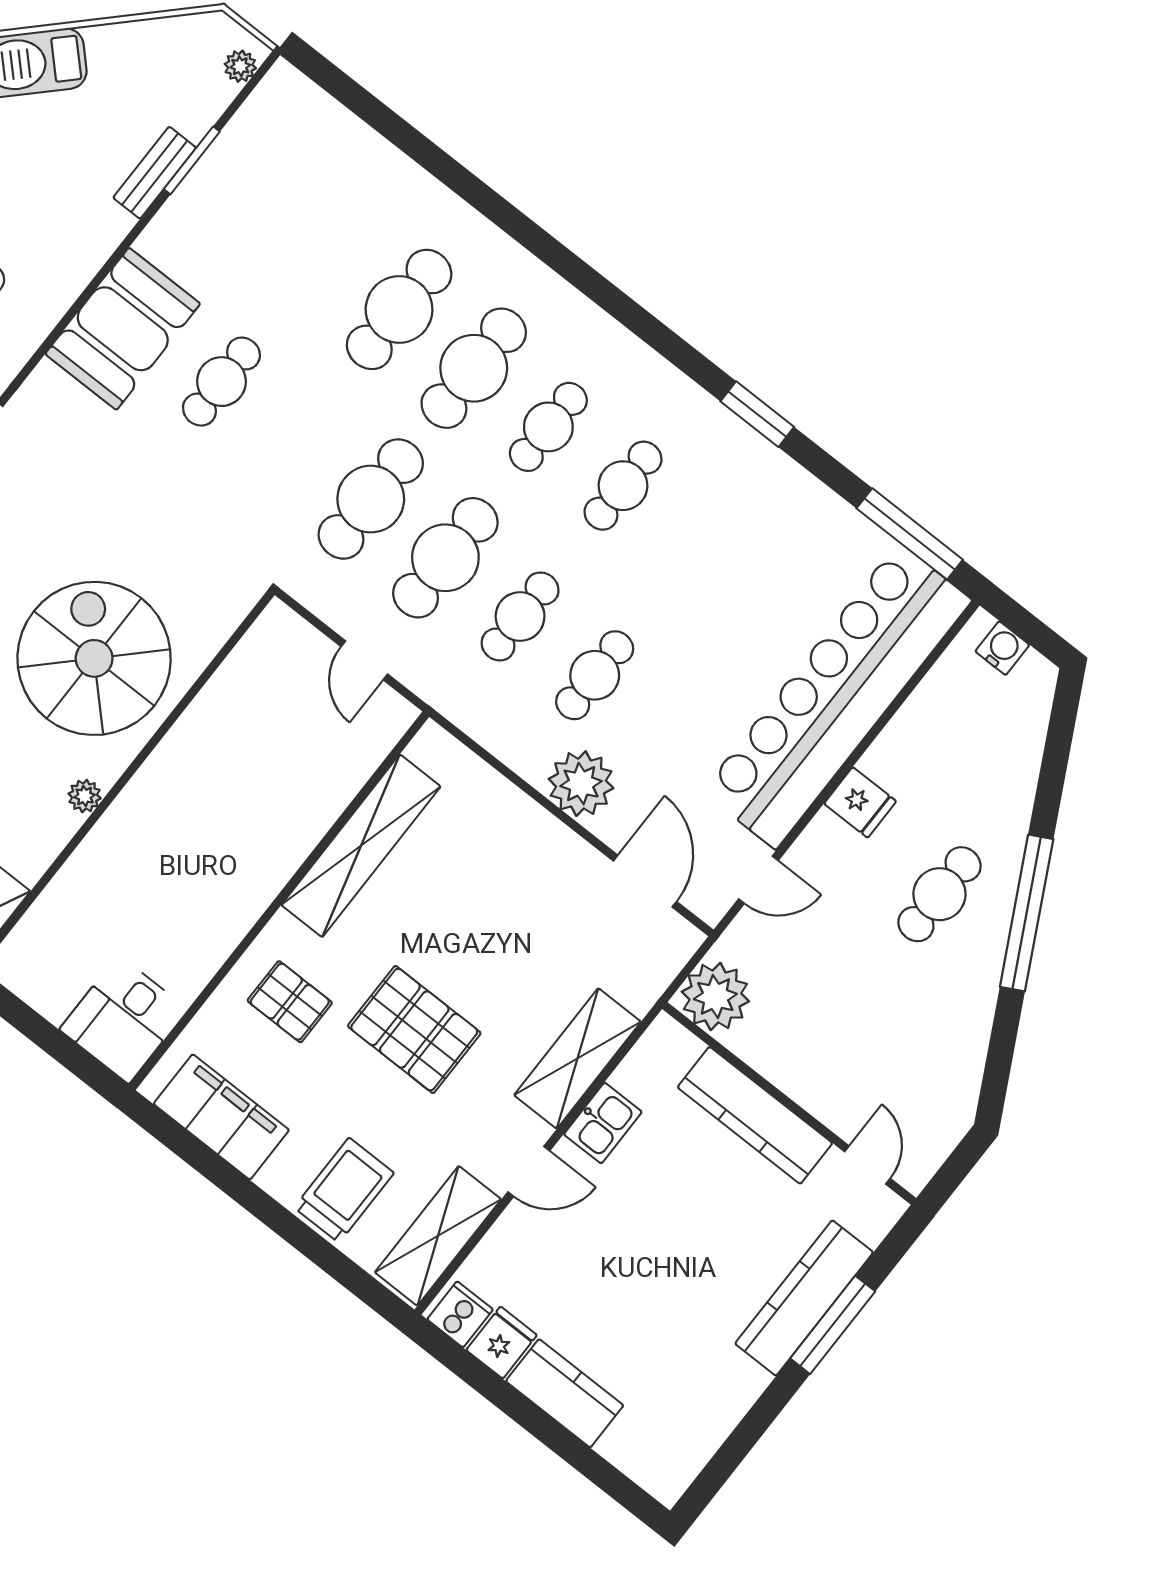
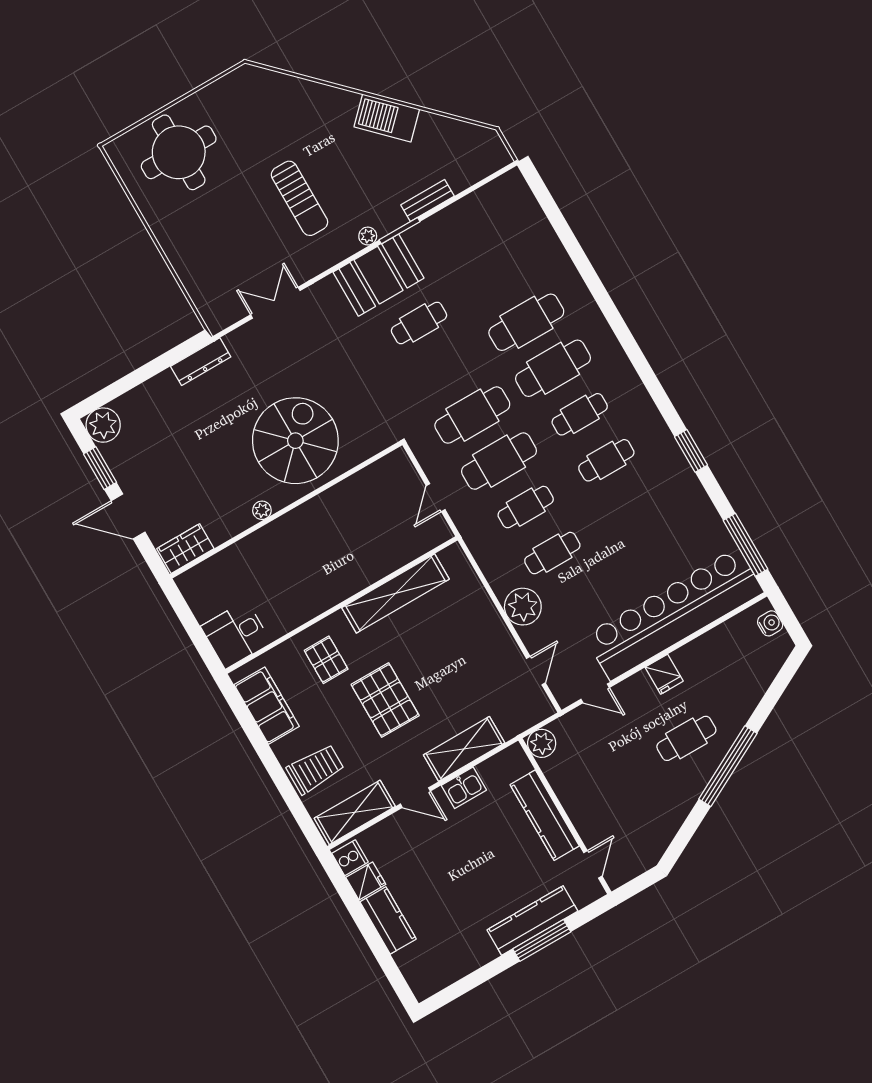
plant: (240, 66) -> (368, 236), moved
window: (192, 160) -> (400, 231), moved
door: (645, 881) -> (536, 671), width x0.73
plant: (715, 996) -> (542, 743), width x0.73, depth x0.73

